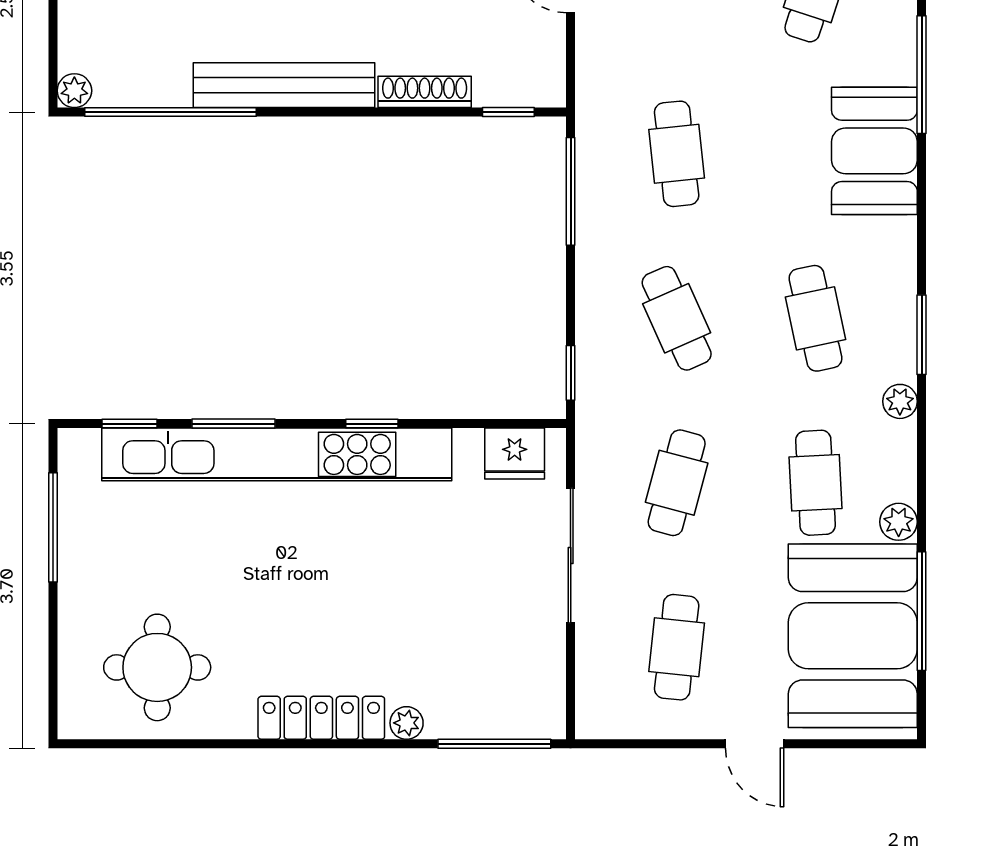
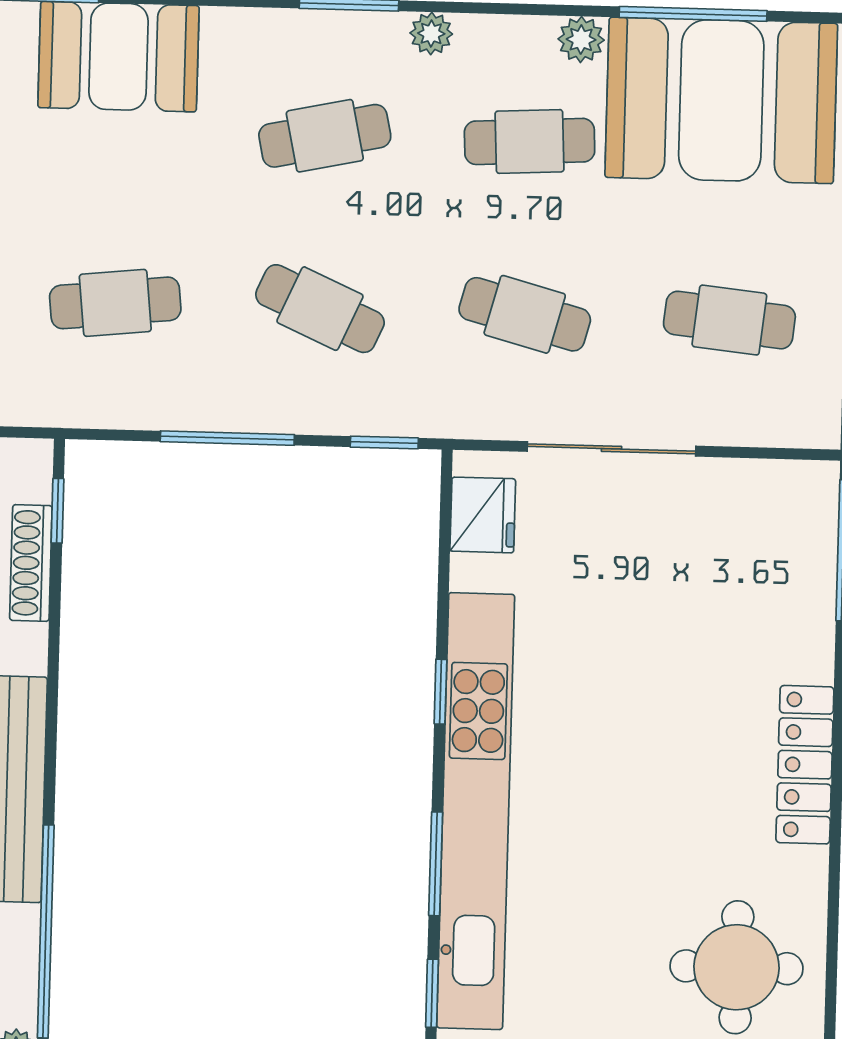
shoe rack: (425, 92) -> (31, 563), moved
window: (571, 191) -> (227, 438), moved
cafe table: (677, 318) -> (320, 309), turned 48
plant: (407, 723) -> (814, 659), removed

